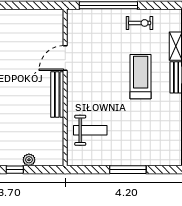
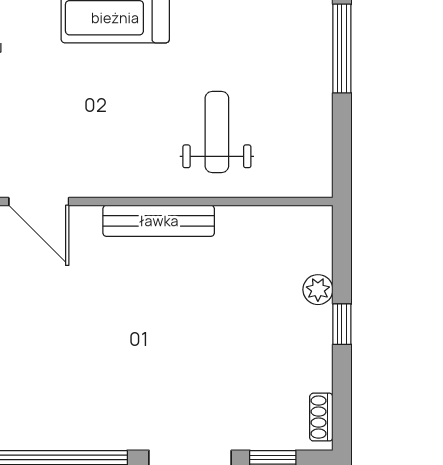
door: (65, 58) -> (39, 202), moved
weight bench: (90, 130) -> (217, 132), moved

